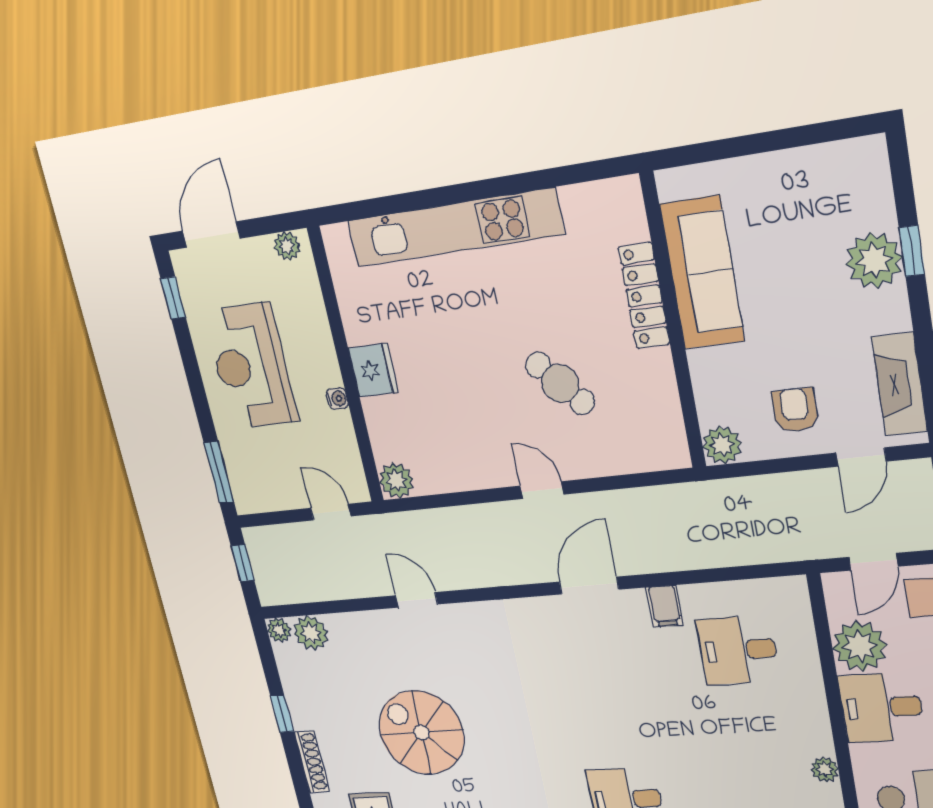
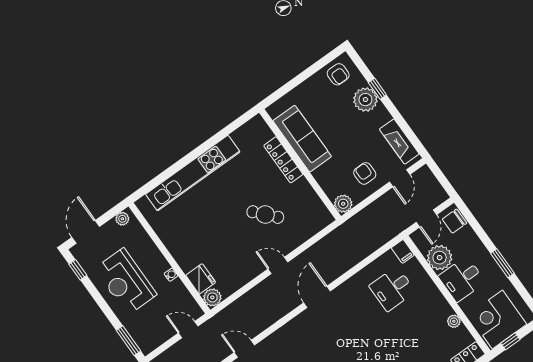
armchair: (843, 176) -> (338, 74), added
fridge: (373, 370) -> (201, 279), moved
filing cabinet: (665, 606) -> (403, 251), moved

